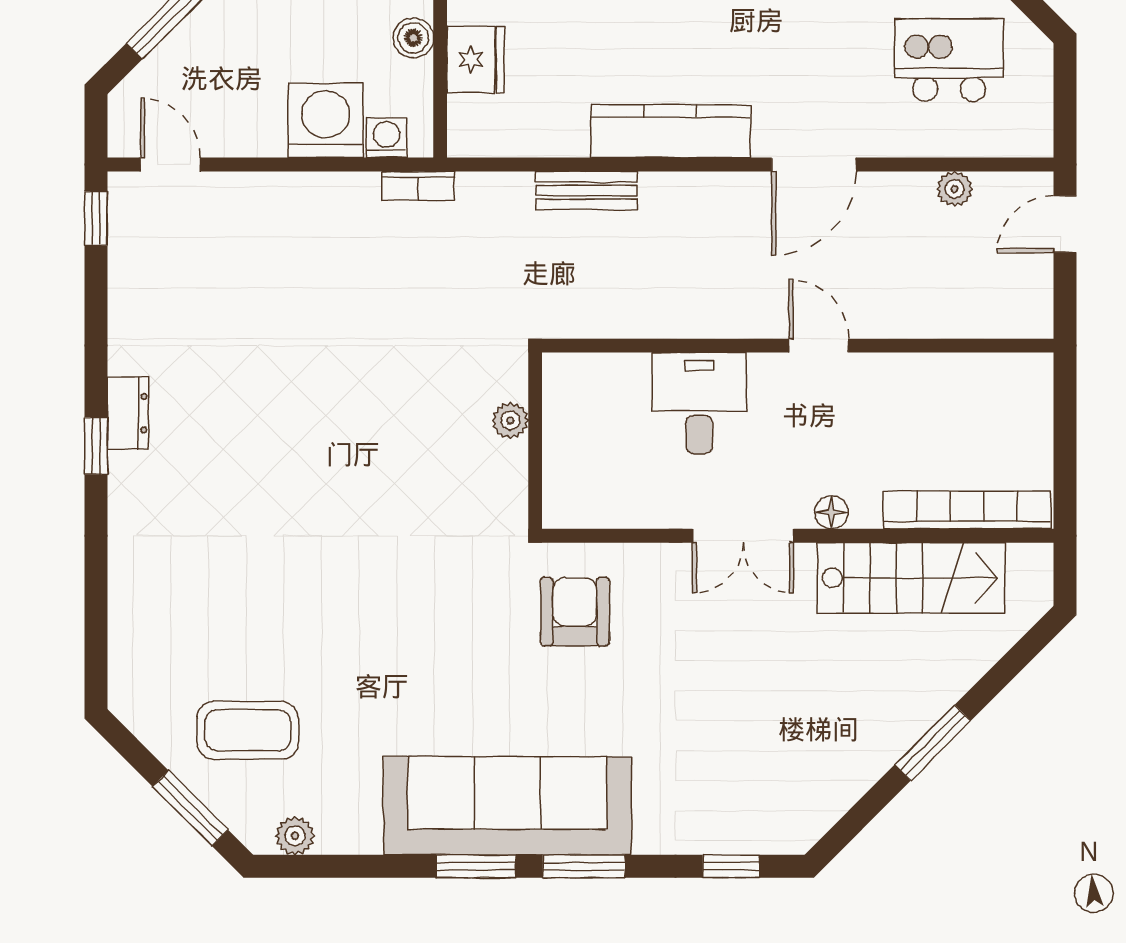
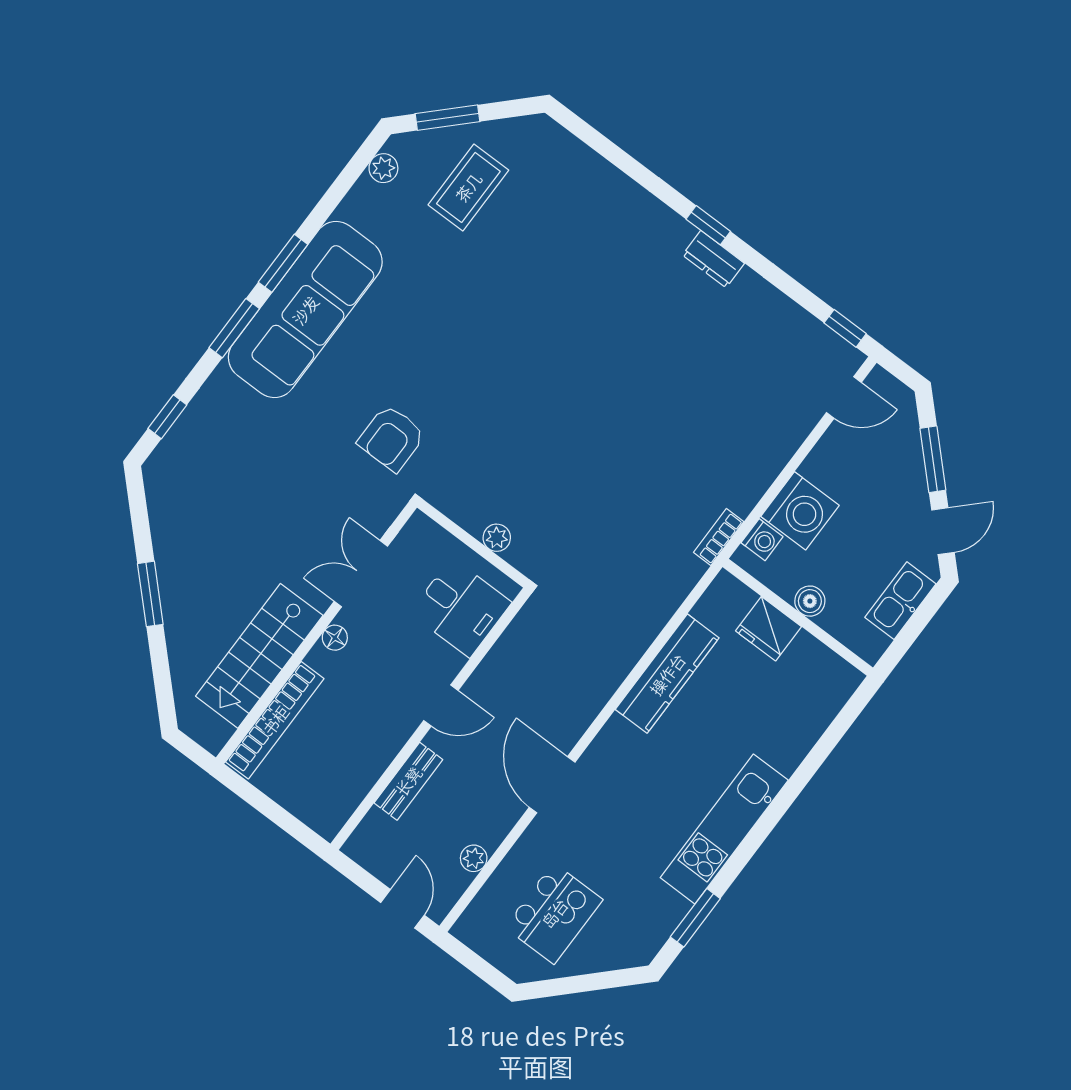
kitchen counter: (671, 131) -> (667, 674), moved
bench: (586, 191) -> (408, 781), moved
plant: (510, 420) -> (497, 538), moved
wall: (535, 441) -> (473, 544), moved
armchair: (575, 612) -> (391, 438), turned 90

